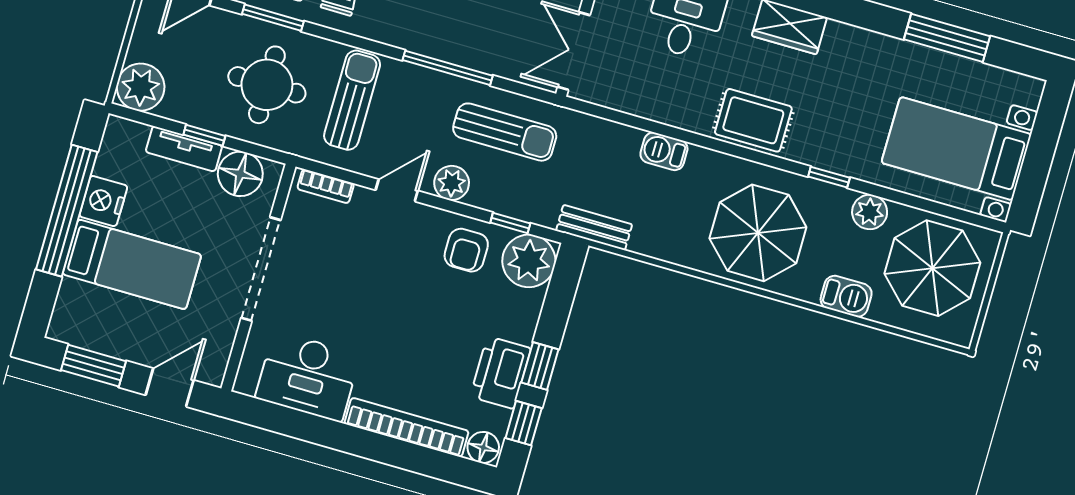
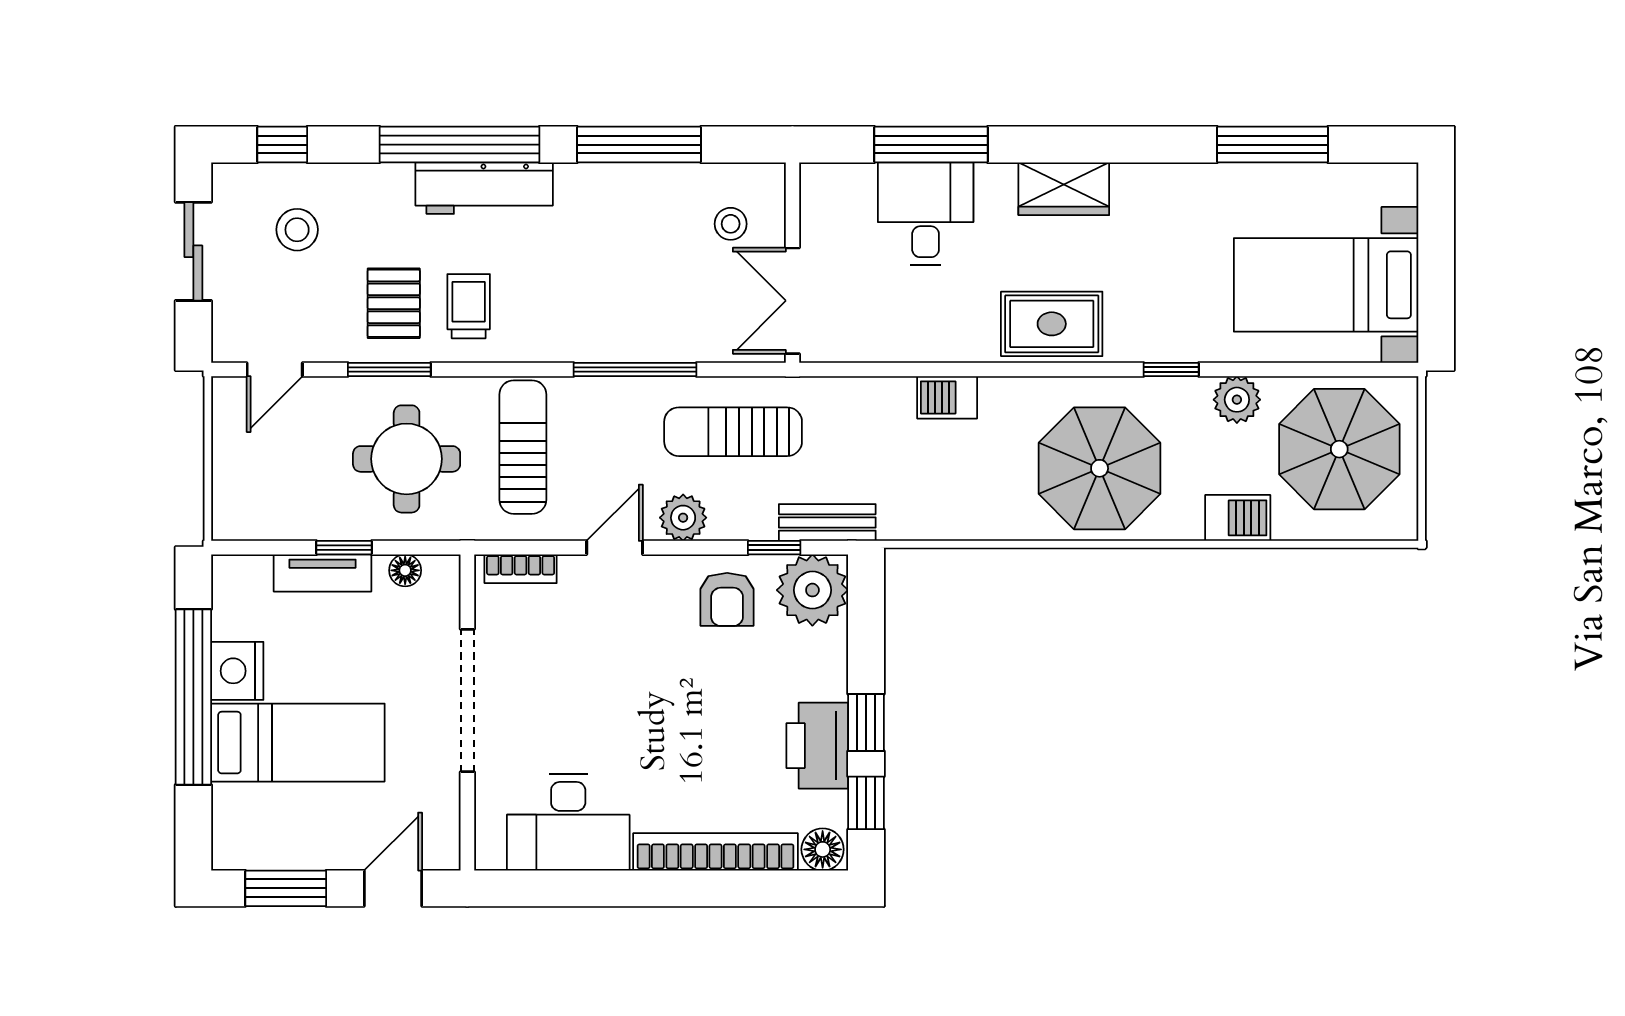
plant: (141, 87) -> (243, 509), removed
sun lounger: (505, 132) -> (733, 432), turned 180
floor lamp: (240, 174) -> (405, 570), width x0.53, depth x0.53
bench: (594, 228) -> (827, 522), moved

